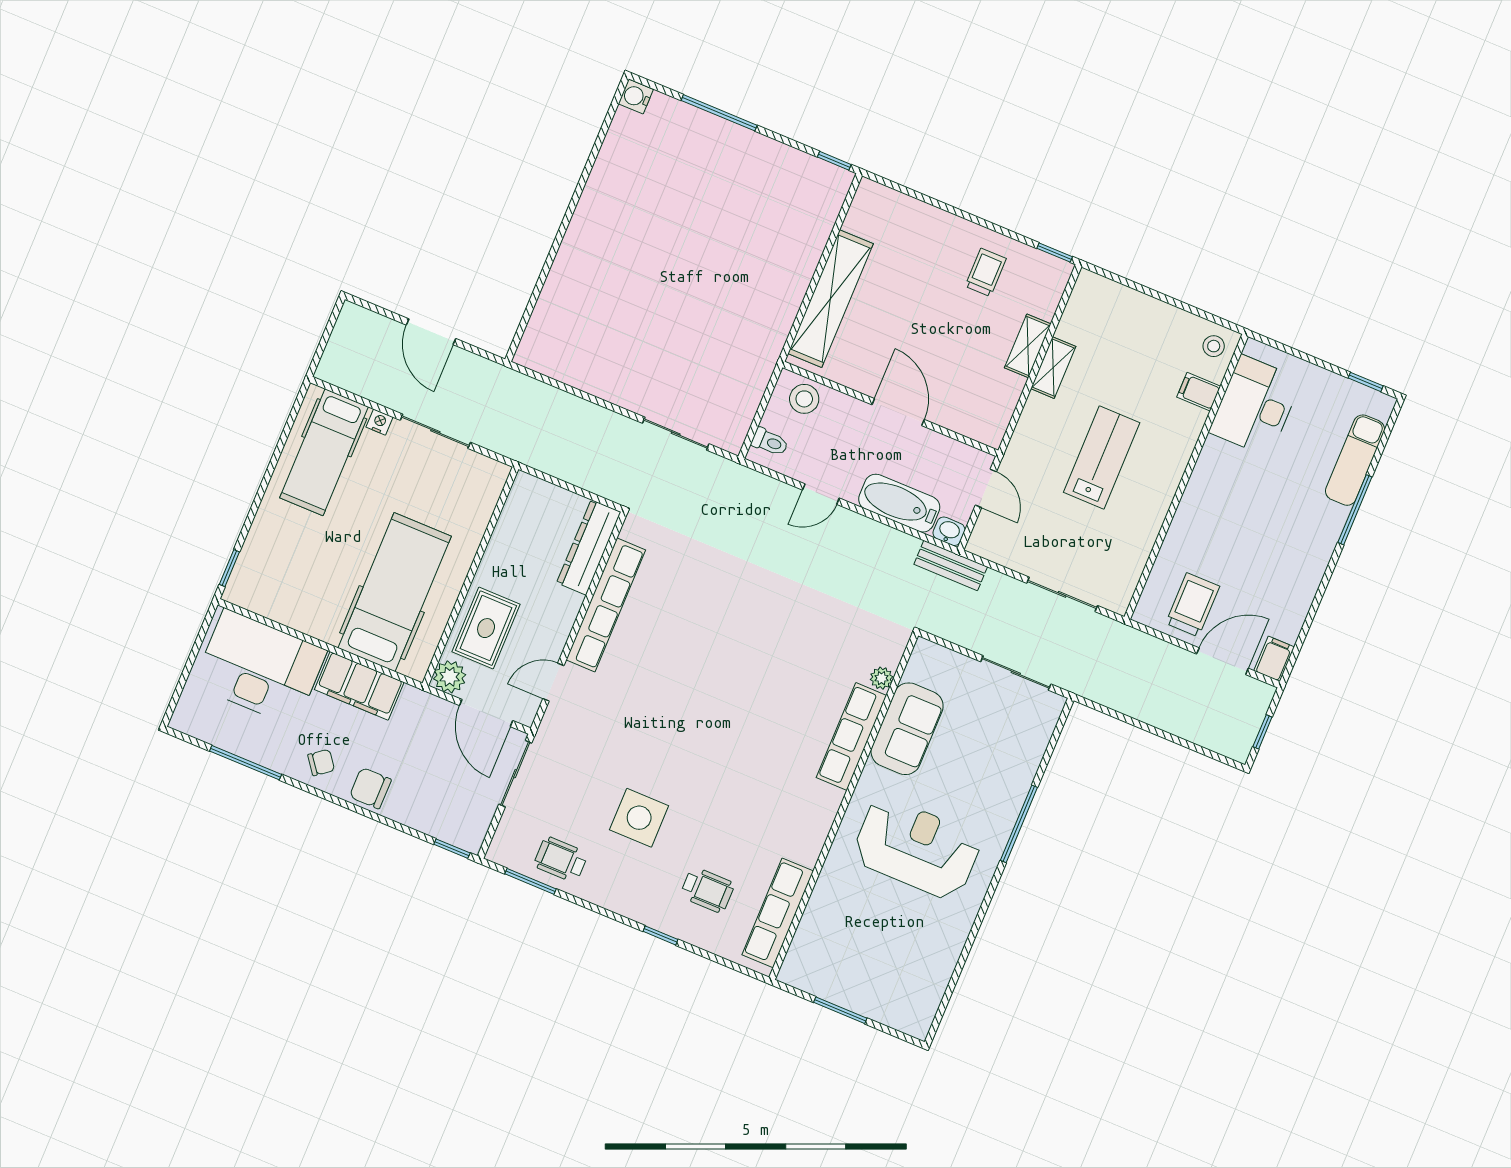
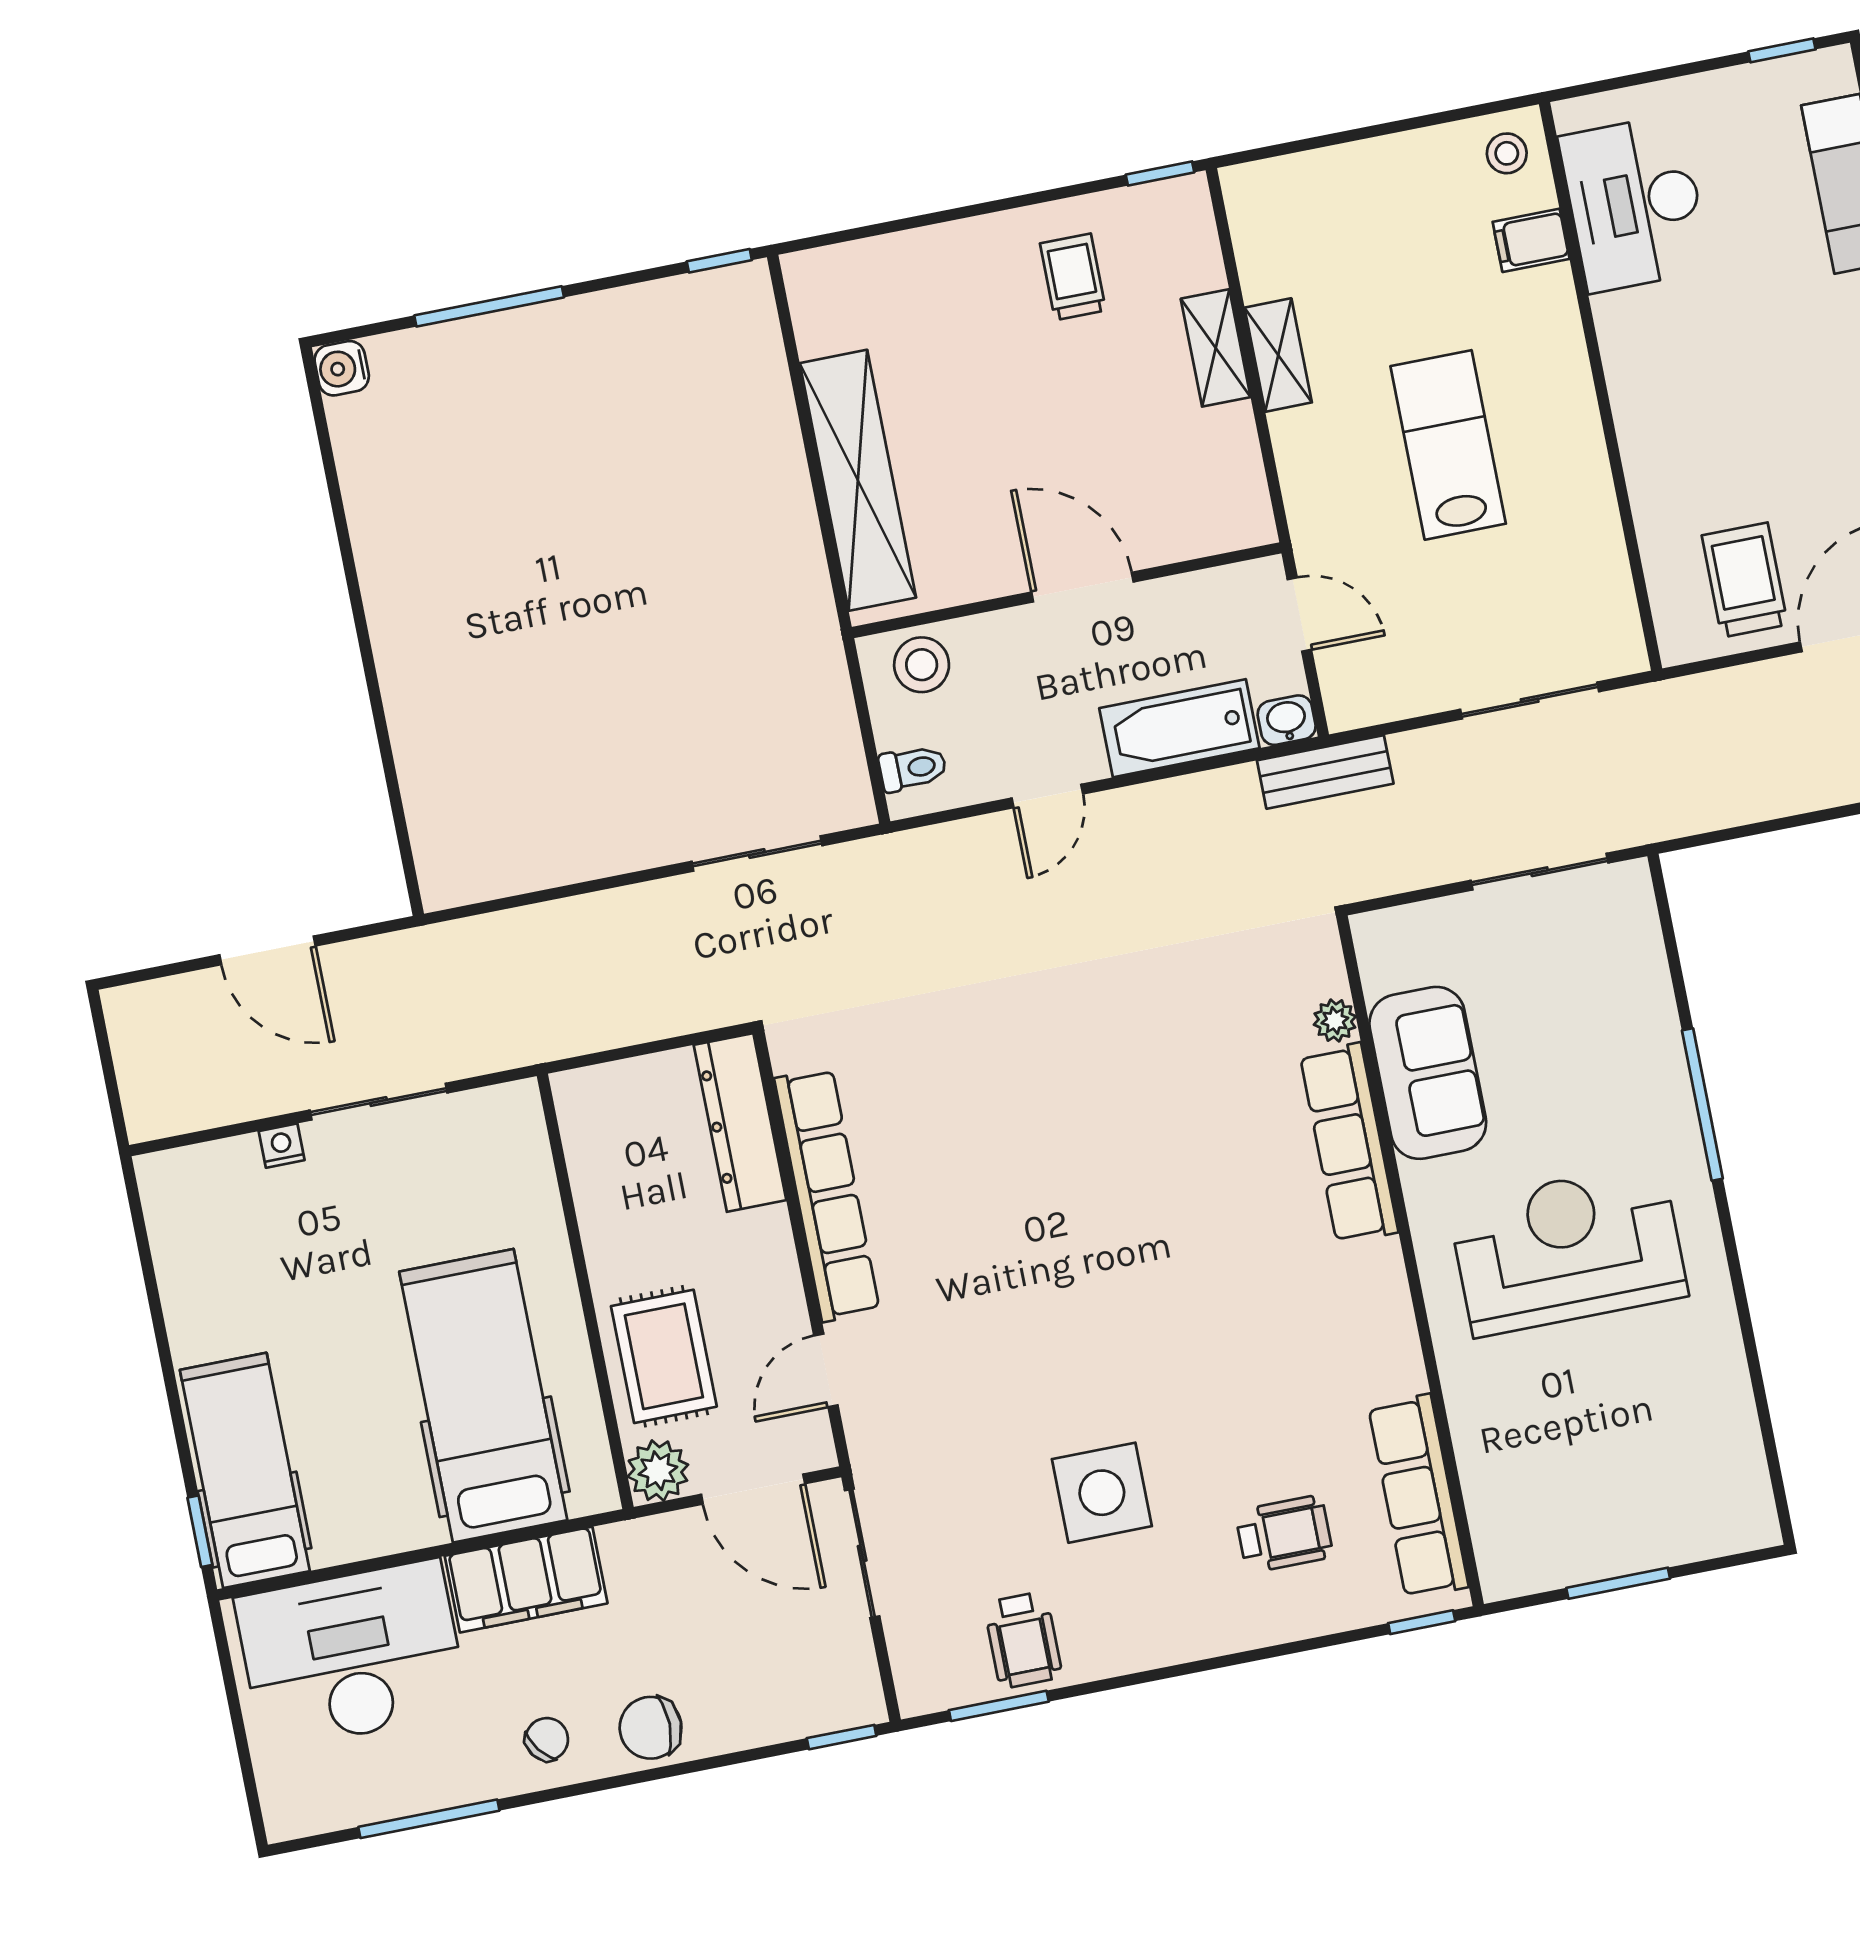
hospital bed: (324, 452) -> (245, 1470), moved, turned 180
wheelchair: (561, 859) -> (1023, 1640), turned -90
window: (660, 935) -> (1422, 1622), moved

